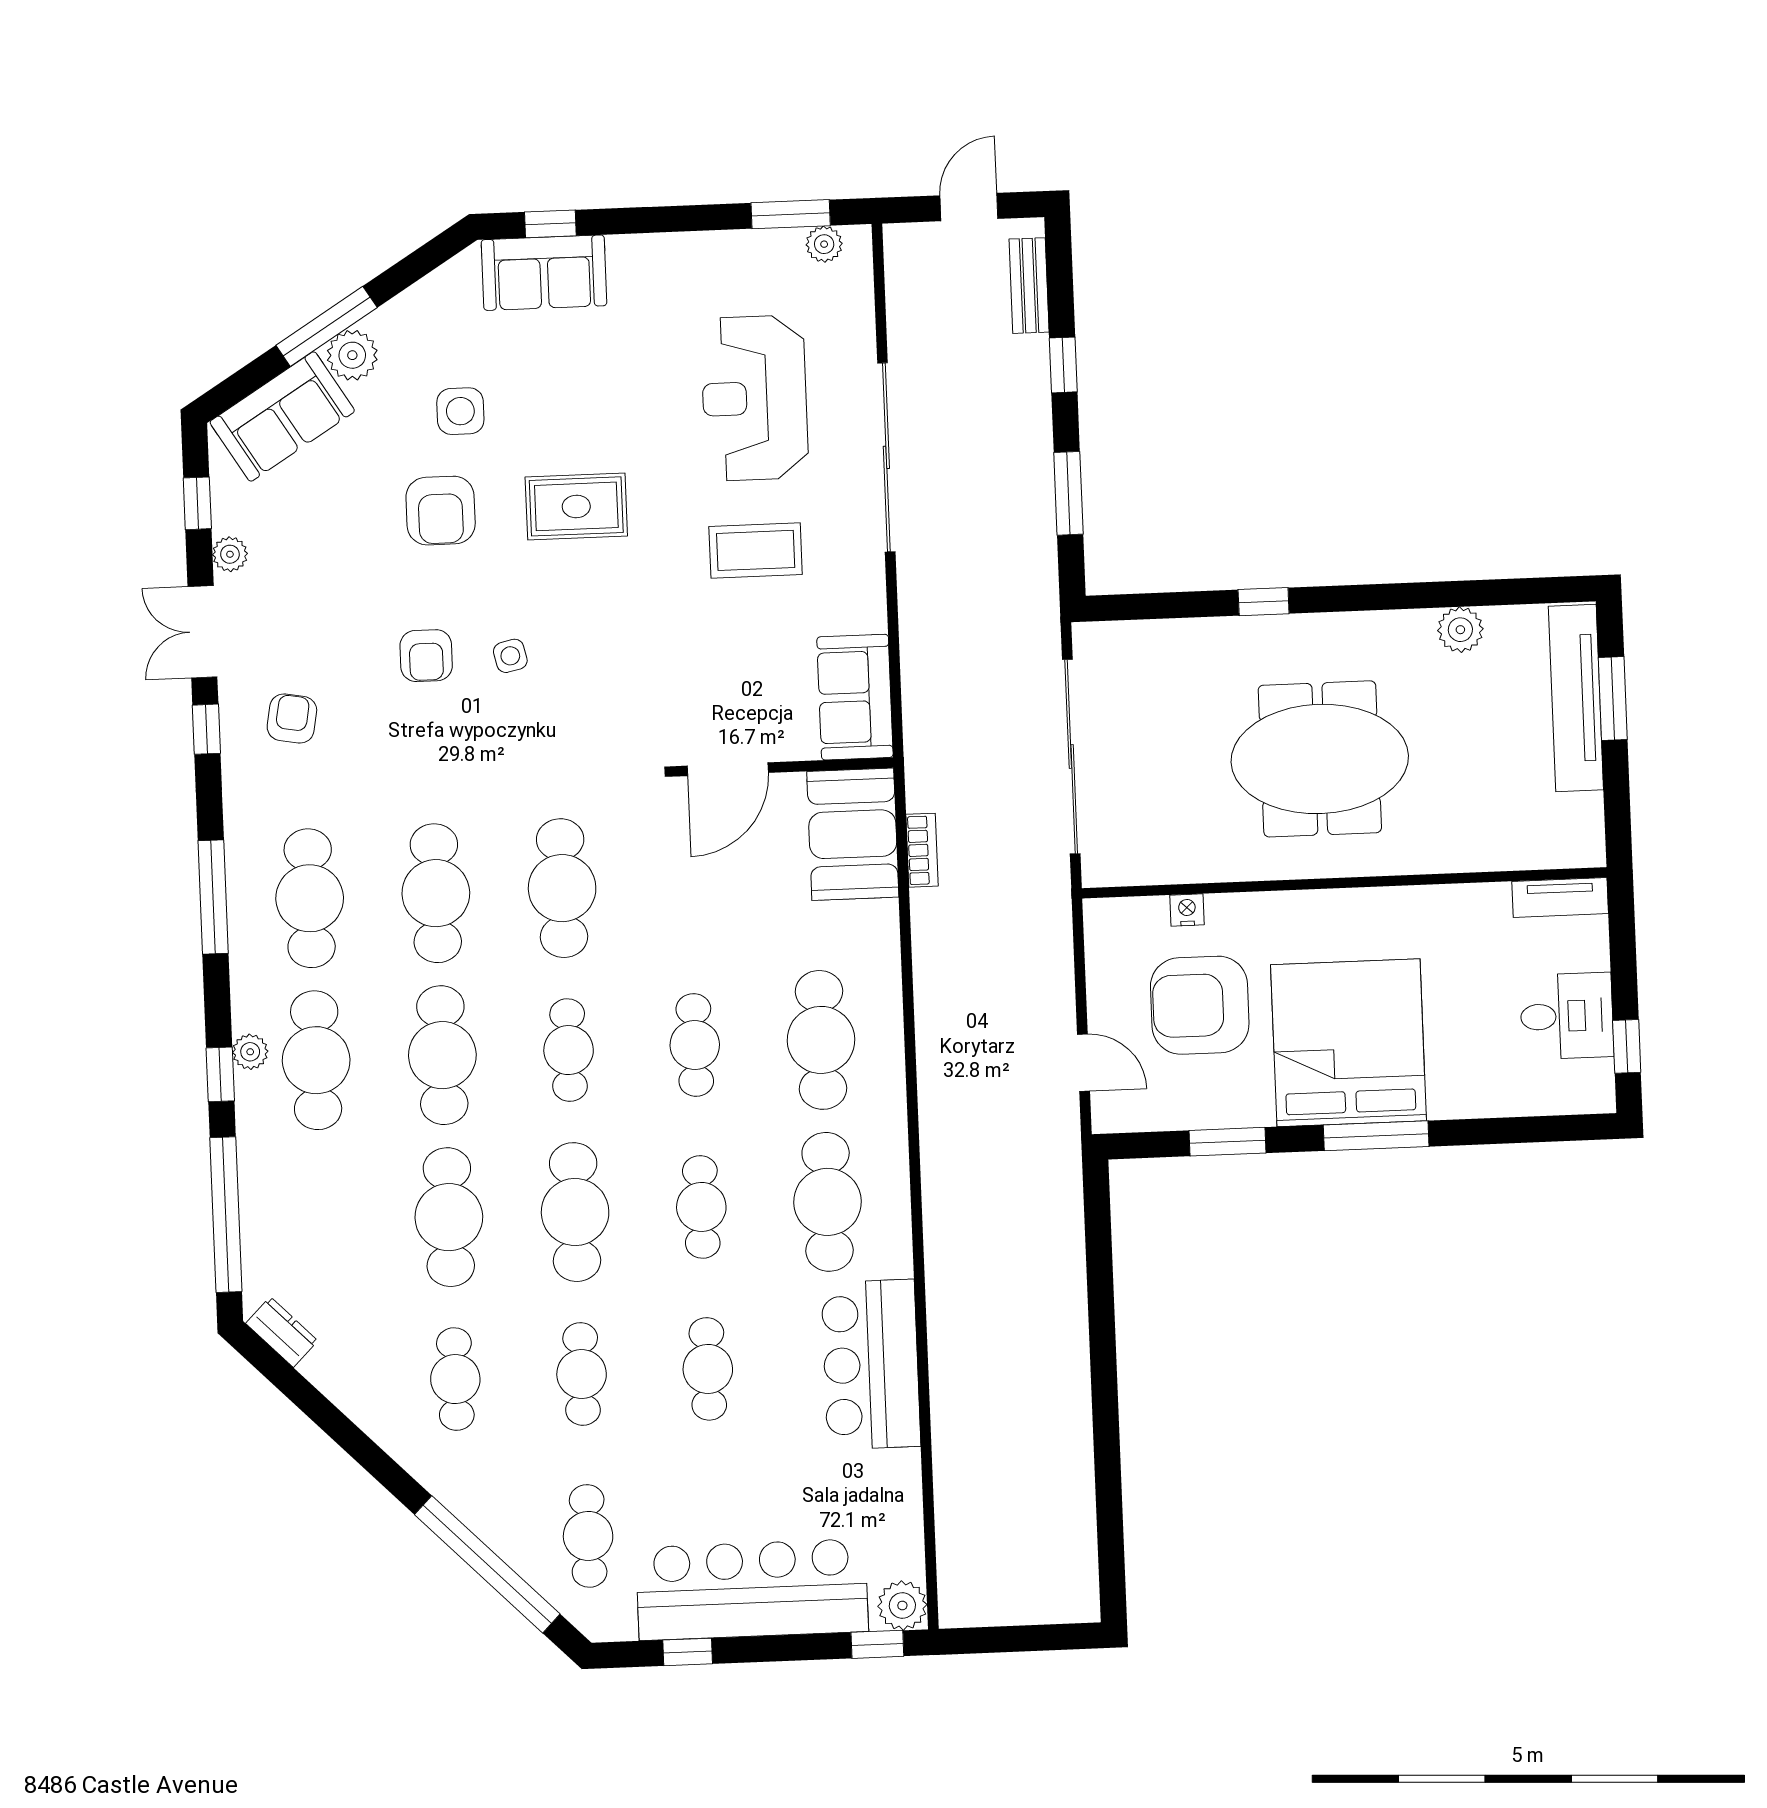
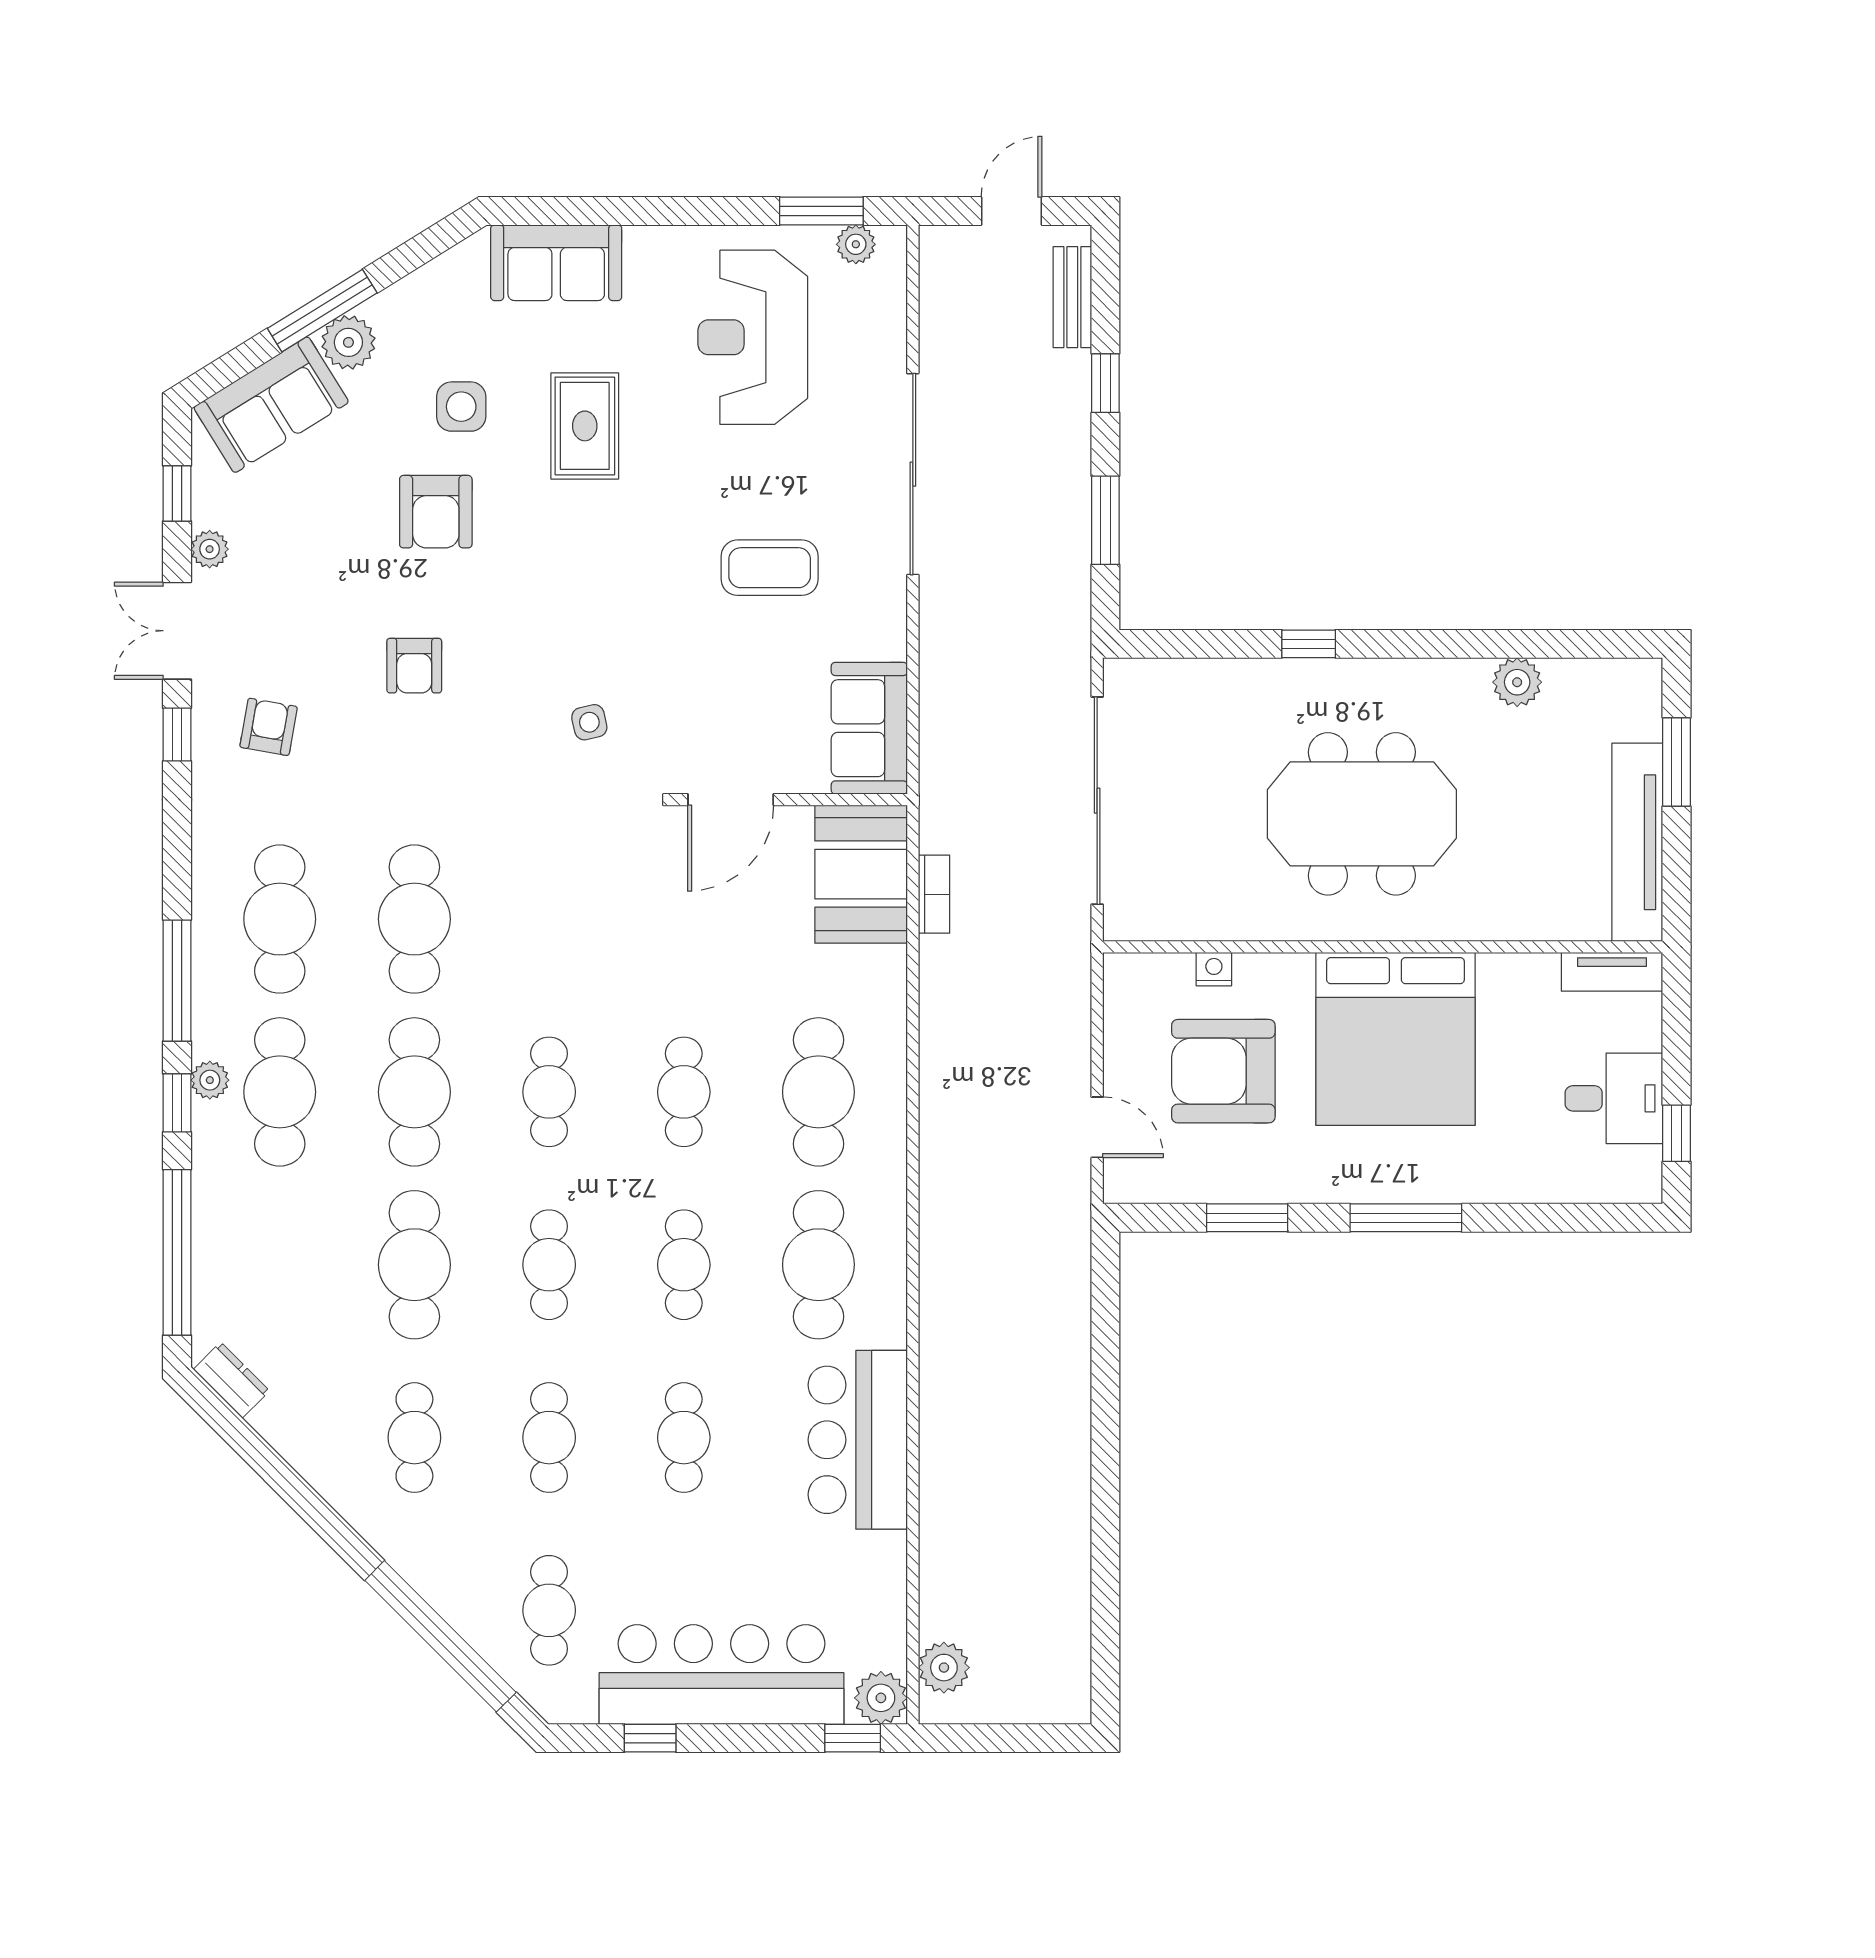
window: (550, 224) -> (565, 211), removed
reception desk: (754, 398) -> (753, 337), moved
rug: (576, 506) -> (585, 426), moved, turned 90
side table: (510, 656) -> (589, 722), moved
tv unit: (1576, 698) -> (1637, 842), moved
cafe table: (562, 888) -> (549, 919), removed
window: (213, 897) -> (177, 981), moved
bed: (1348, 1043) -> (1395, 1039), moved, turned 180
cafe table: (575, 1212) -> (549, 1265), width x0.73, depth x0.74
plant: (960, 1575) -> (944, 1668), added

